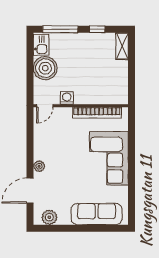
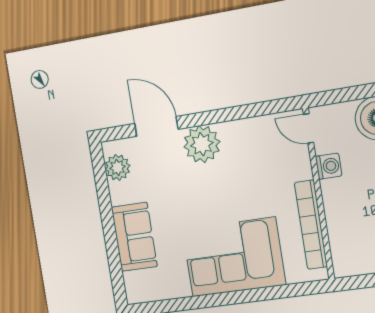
plant: (39, 166) -> (202, 144), width x1.88, depth x1.88
sofa: (97, 214) -> (134, 237), width x0.73

